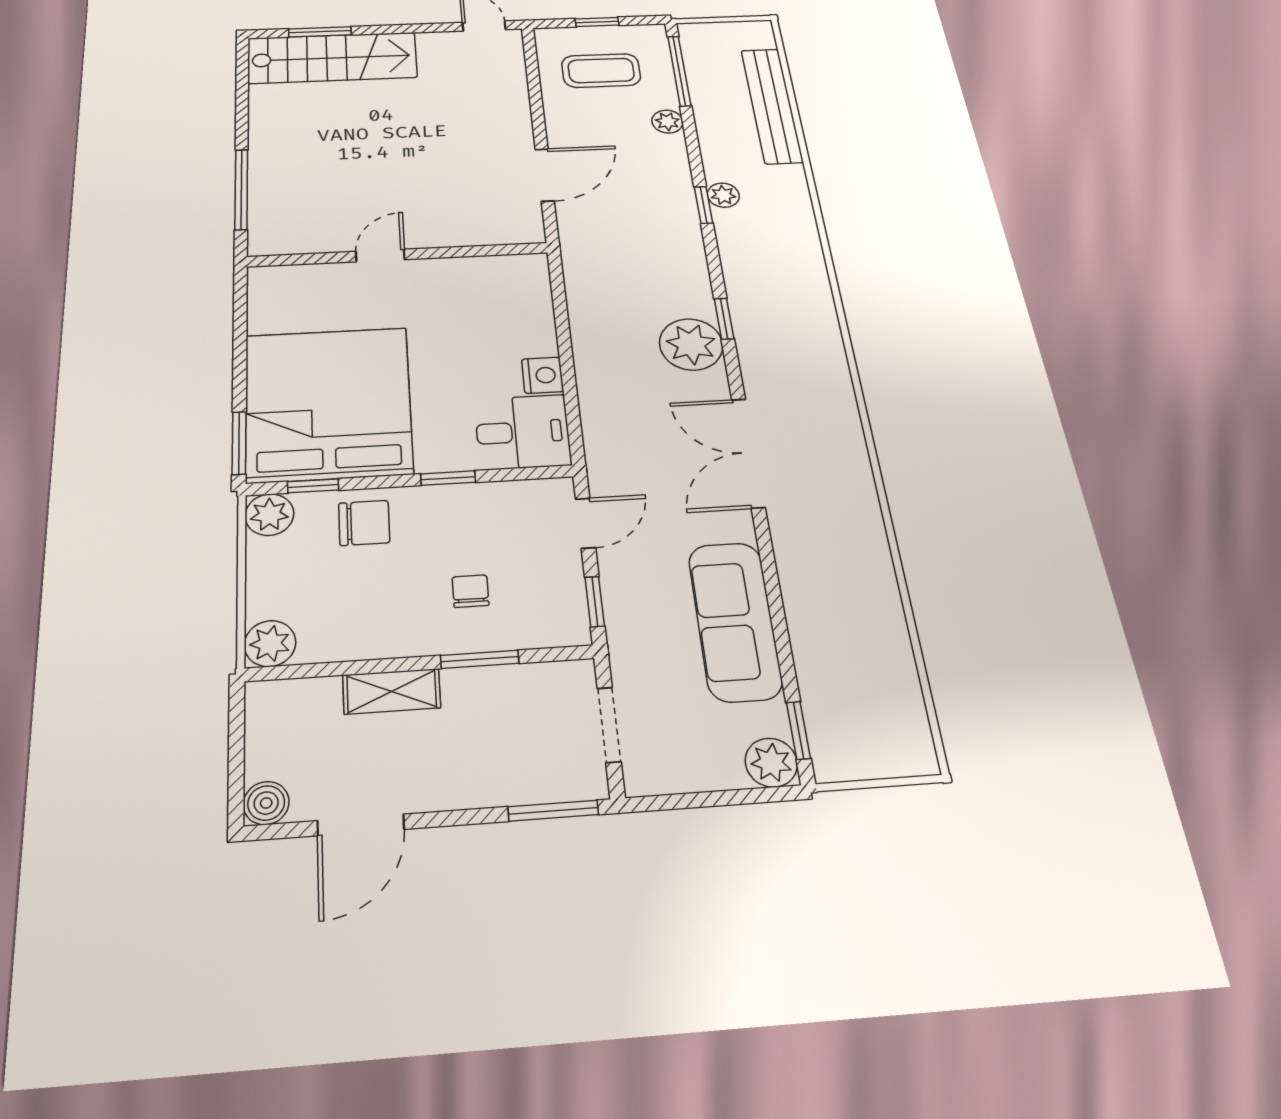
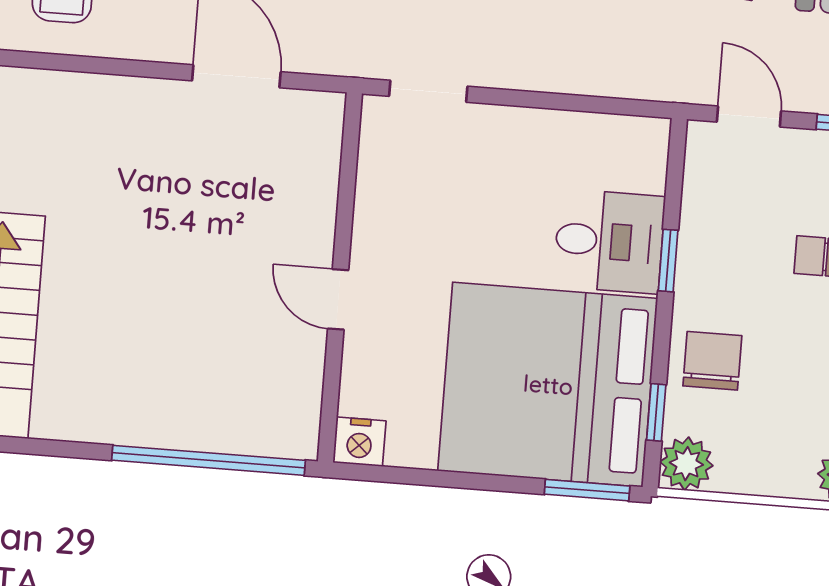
window: (241, 189) -> (208, 460), width x1.46
doorway: (559, 295) -> (428, 91), added
nightstand: (543, 375) -> (359, 442), moved, turned 180
desk: (523, 432) -> (609, 241), moved, turned 90

